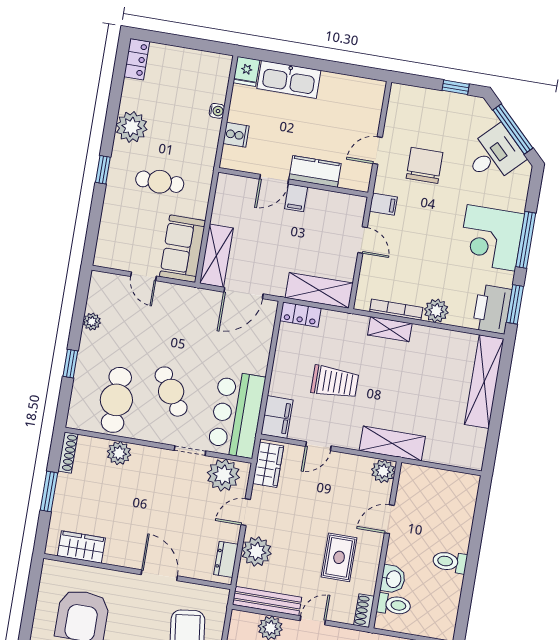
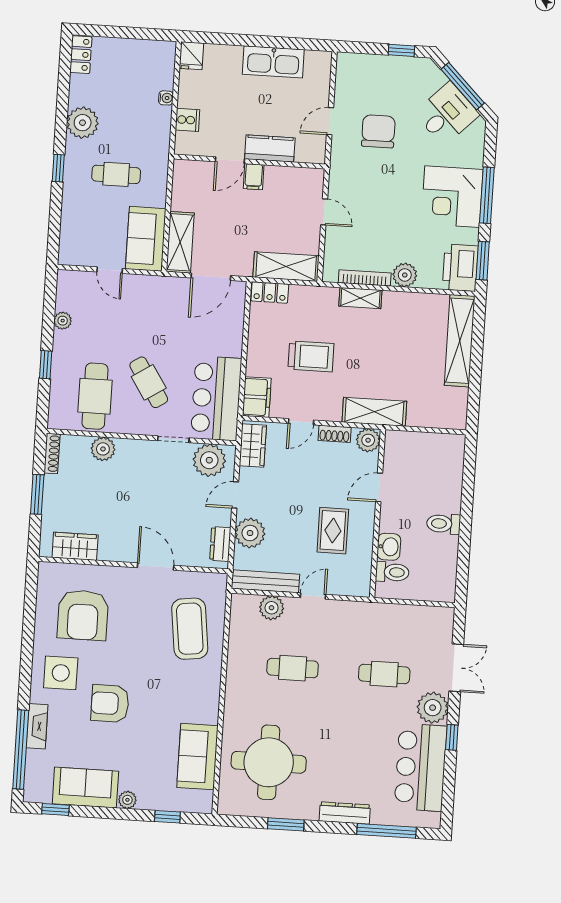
kitchen sink: (289, 79) -> (273, 62), moved
filing cabinet: (383, 204) -> (341, 174), removed
shoe rack: (364, 611) -> (335, 434), moved, turned -90

